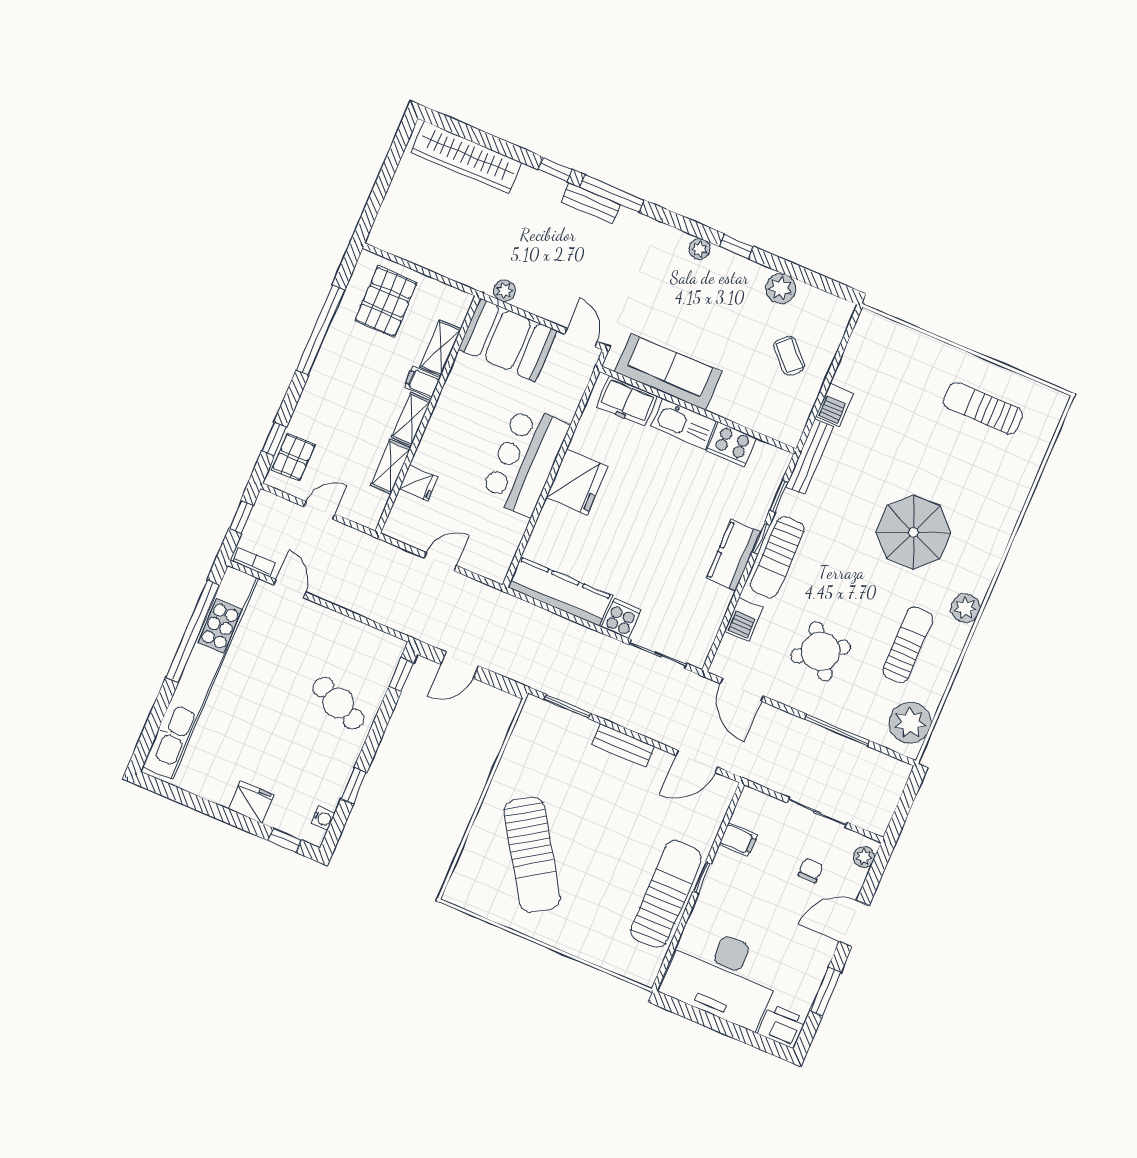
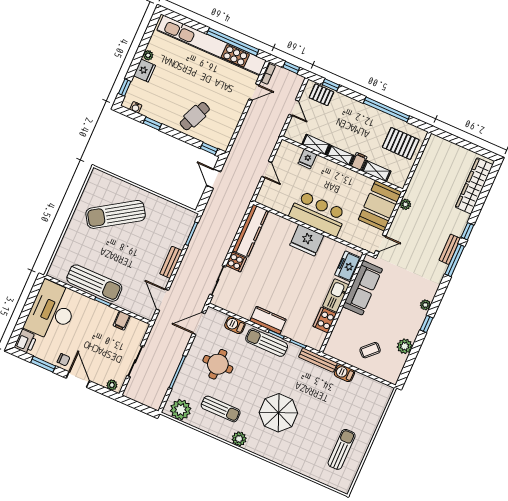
round table: (821, 651) -> (218, 364), turned 34
plant: (221, 796) -> (148, 55), added
chair: (811, 870) -> (64, 360), moved

